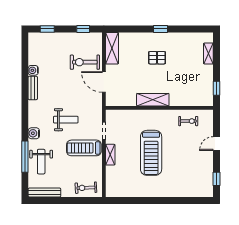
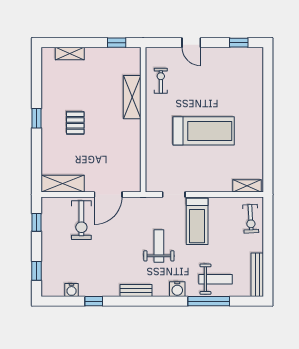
water cooler: (33, 70) -> (72, 290), moved
window: (25, 71) -> (94, 301), added
bench: (33, 88) -> (136, 290), moved
shelving: (153, 100) -> (132, 97), moved
shelving: (110, 155) -> (247, 186), moved

